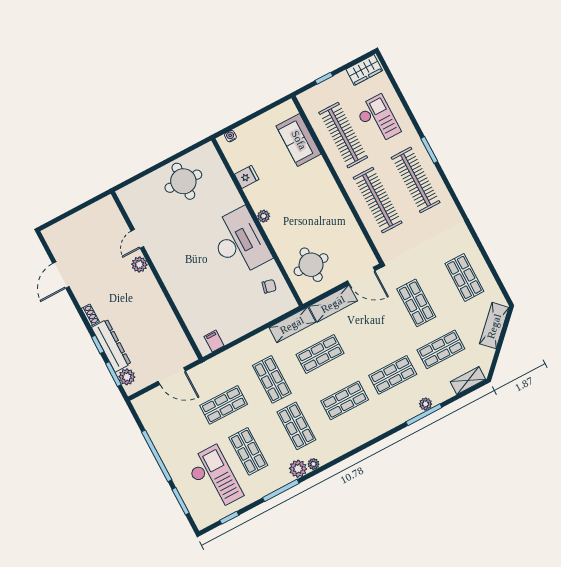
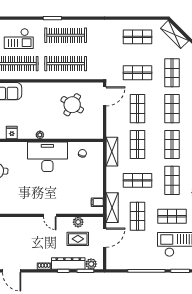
checkout: (378, 119) -> (19, 39), turned 180
door: (137, 239) -> (50, 215), moved
plant: (139, 264) -> (78, 222), moved
round table: (311, 265) -> (72, 105), moved, turned 32
shelving: (333, 304) -> (112, 208), moved
shop shelf: (368, 328) -> (137, 109), added
rug: (151, 341) -> (78, 239), added
shop shelf: (296, 426) -> (172, 180), turned 90

